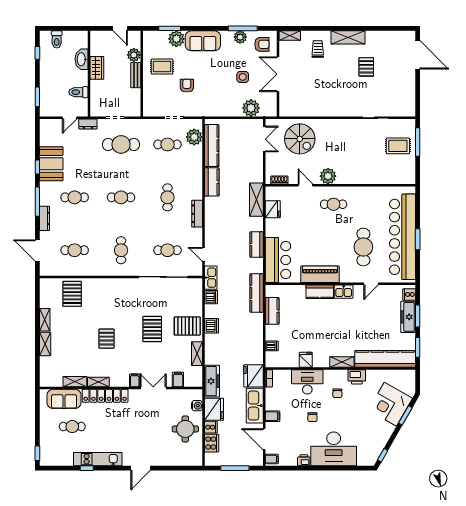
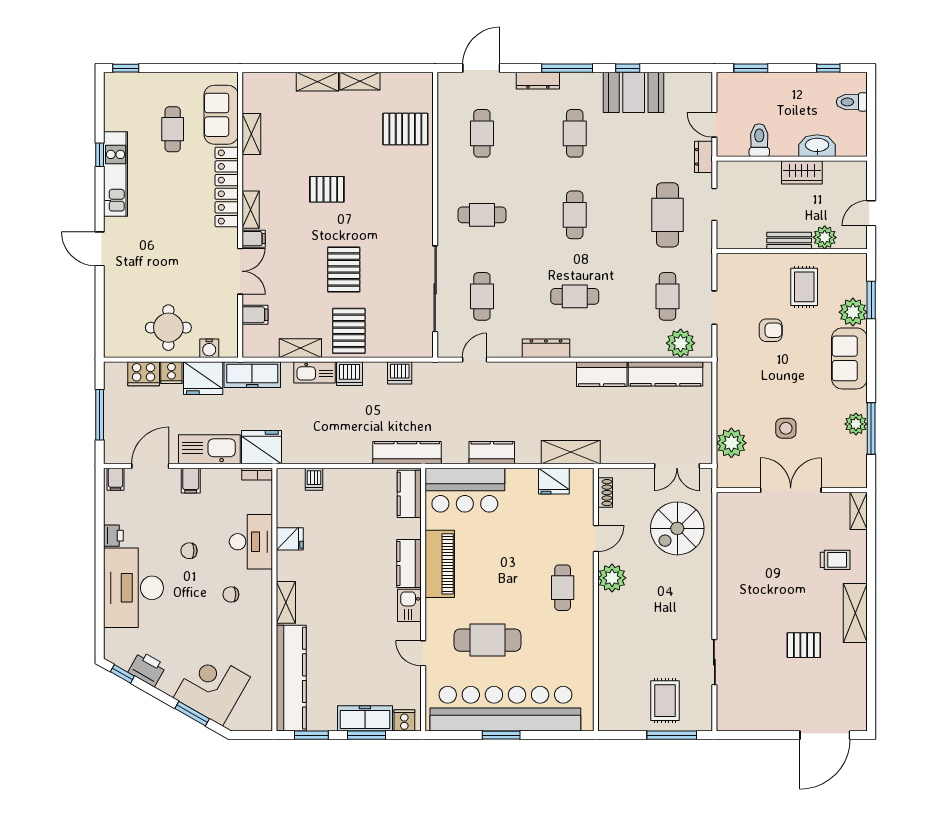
armchair: (262, 44) -> (843, 462), removed
kitchen sink: (211, 278) -> (314, 372), moved
kitchen counter: (272, 311) -> (409, 494), moved, turned 90
pallet: (152, 329) -> (344, 269), turned 90
printer: (357, 377) -> (147, 669), moved, turned 120
shelving: (98, 382) -> (251, 210), moved

